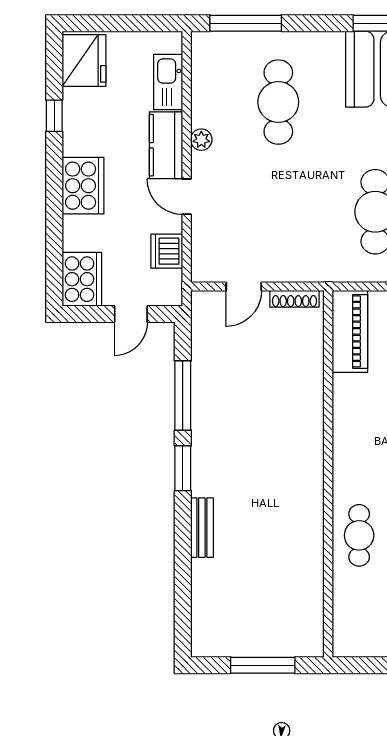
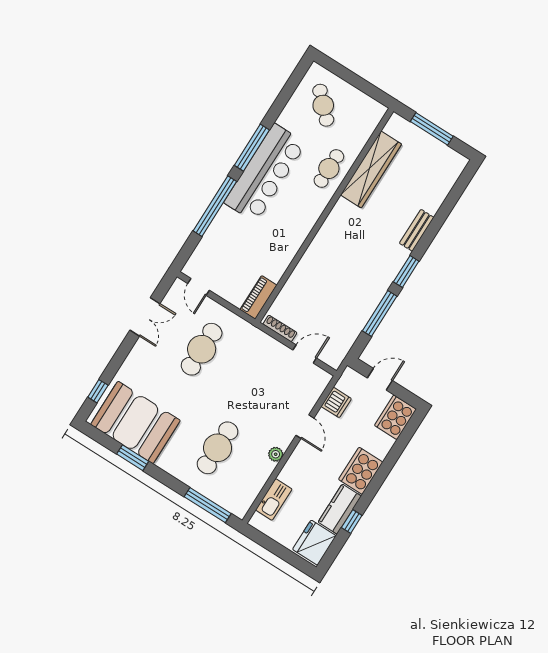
kitchen counter: (166, 145) -> (340, 509), moved, turned 180
piano: (350, 331) -> (258, 297), width x0.73, depth x0.75
wardrobe: (306, 567) -> (371, 169), added

